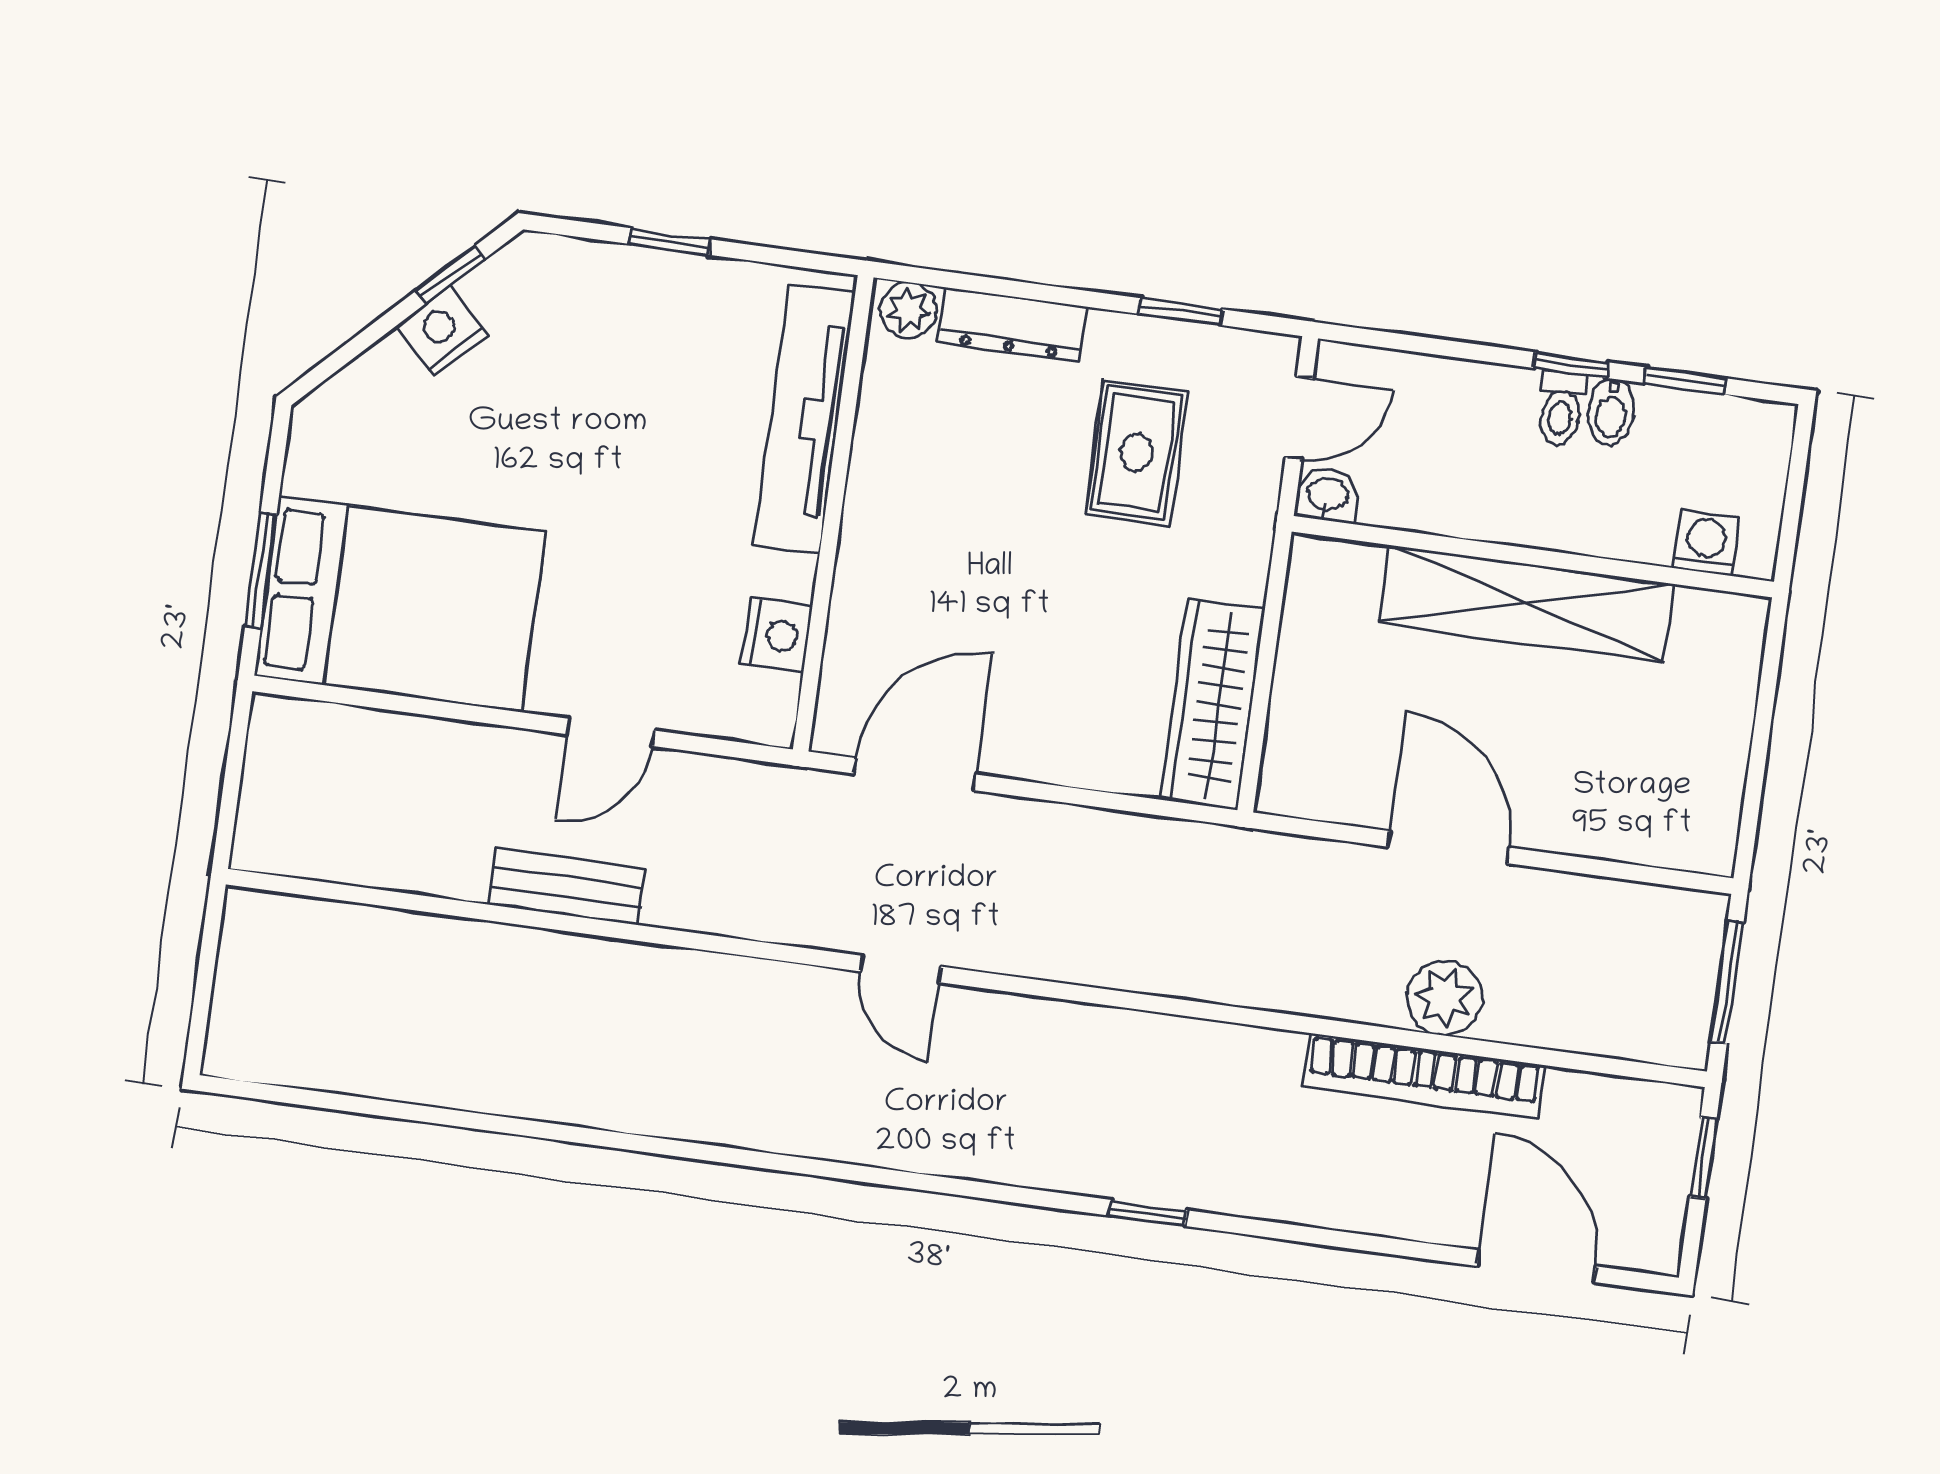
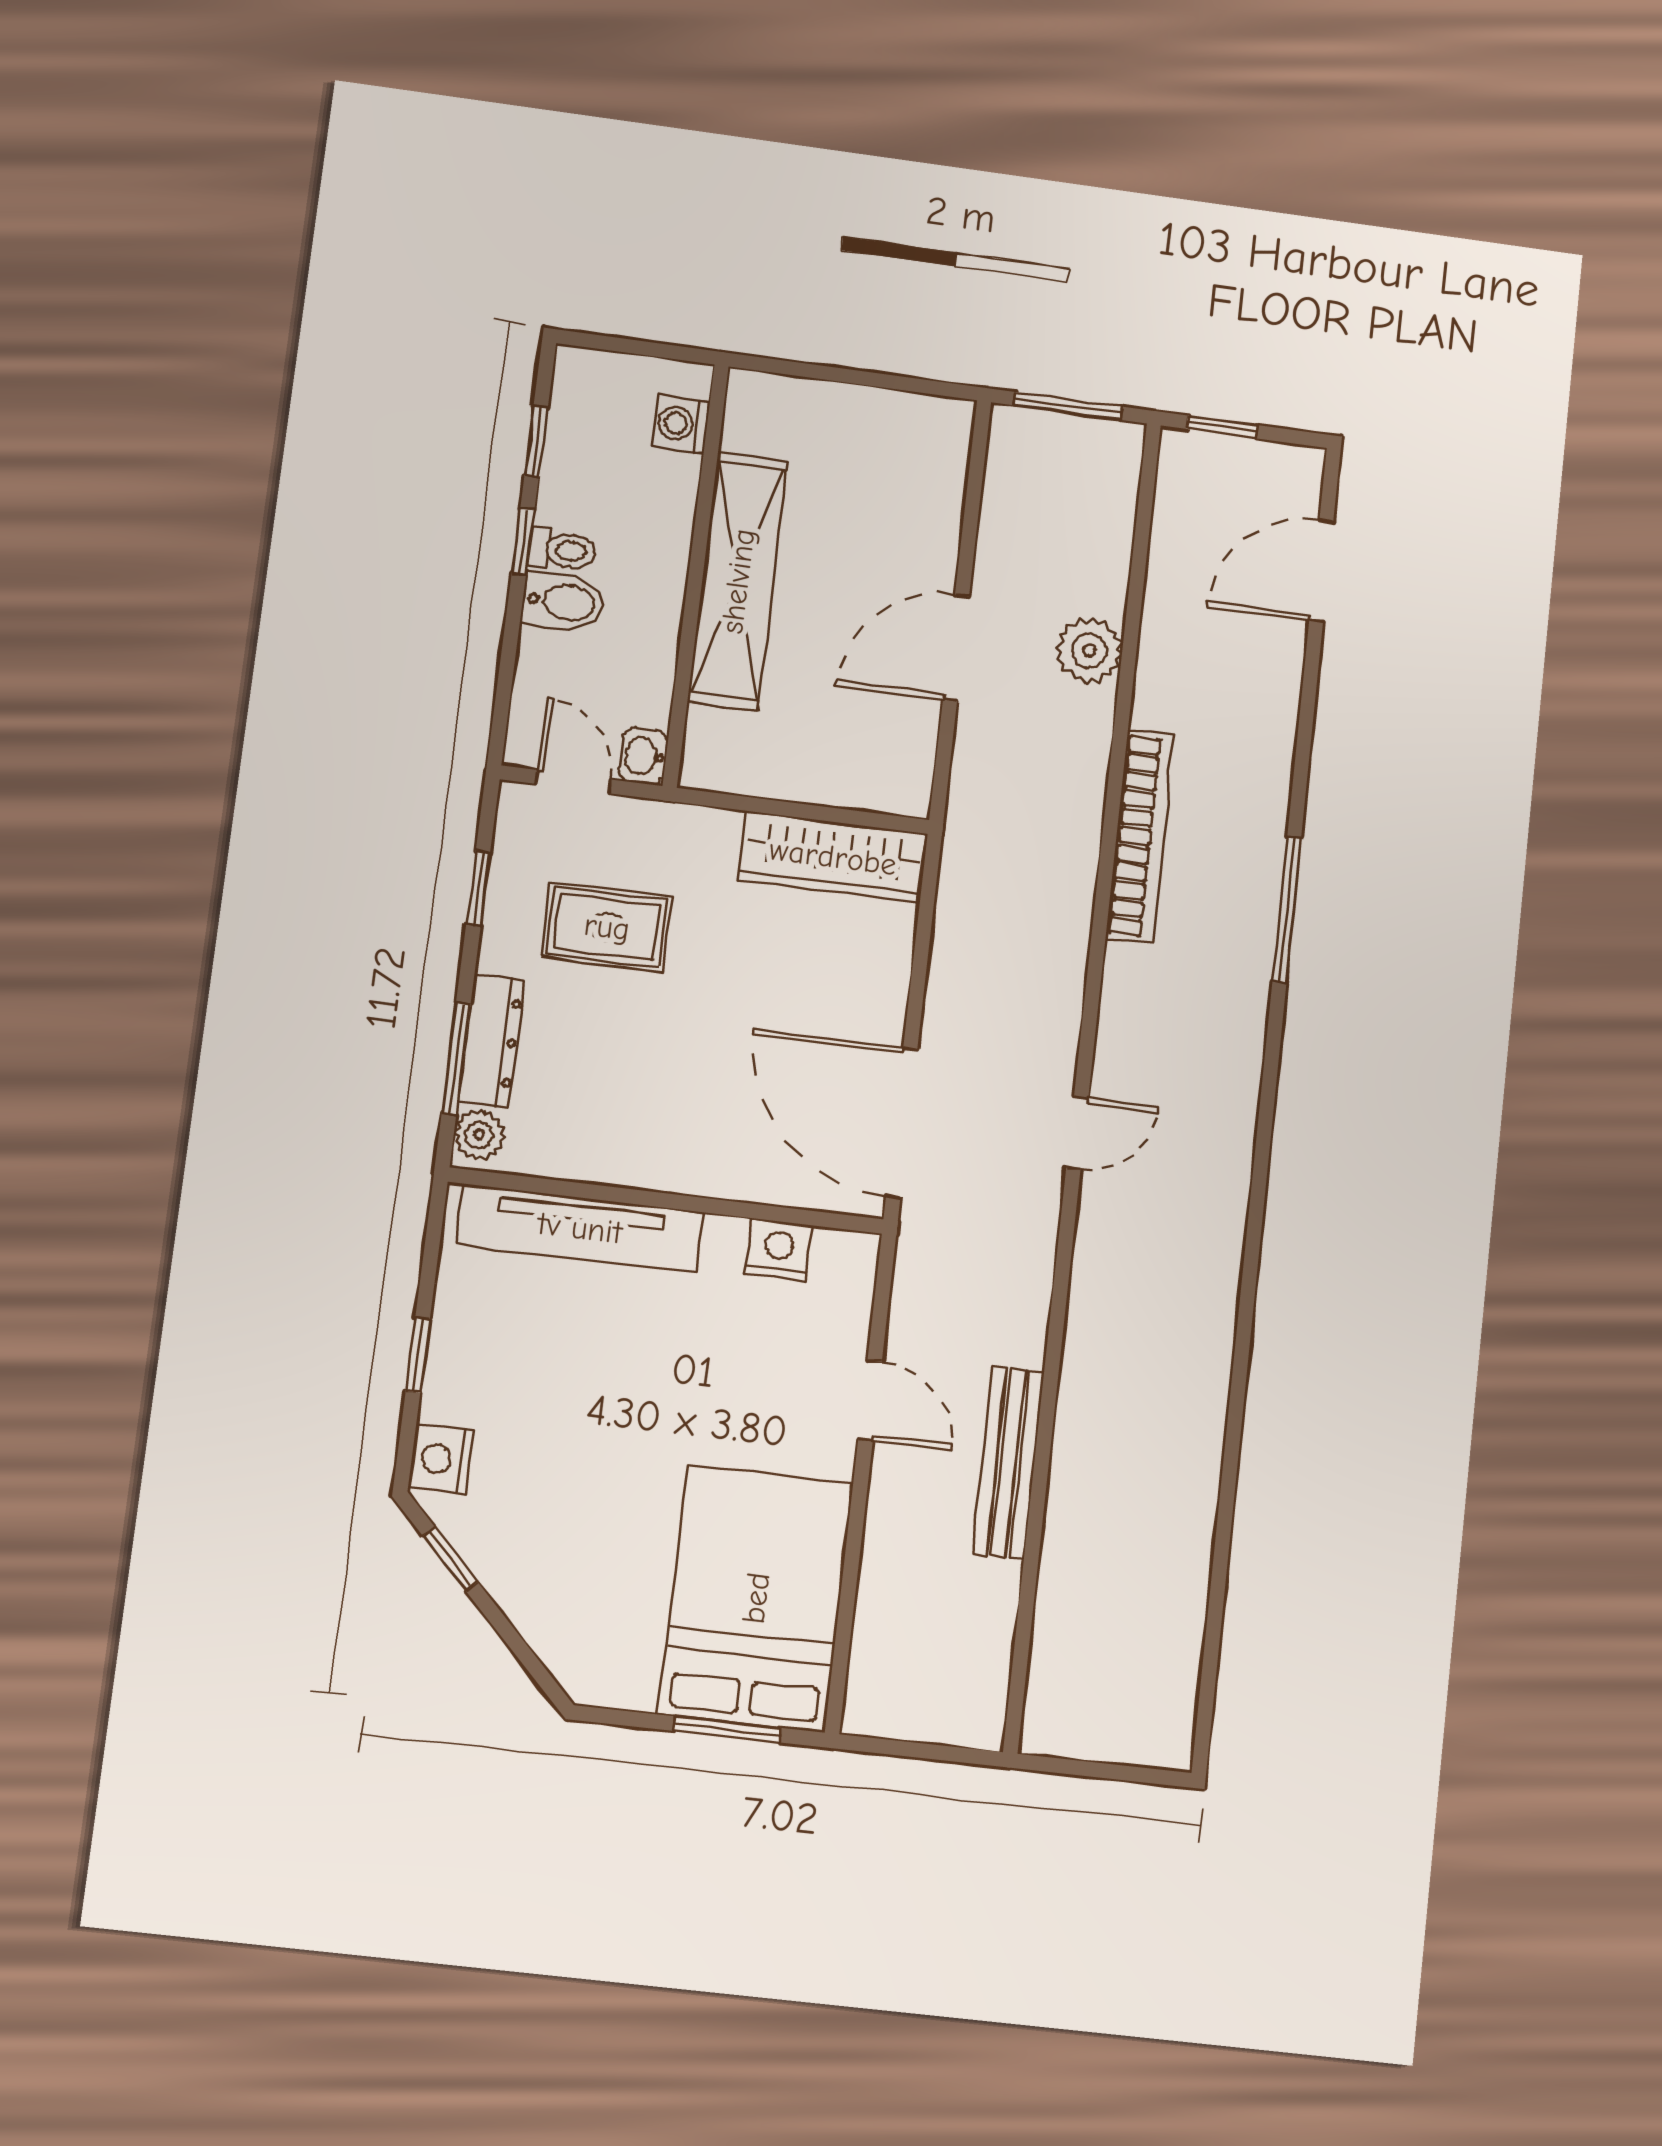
window: (993, 286) -> (456, 1058), added
nightstand: (442, 331) -> (441, 1459), moved, turned 45
bidet: (1611, 412) -> (563, 602), moved, width x1.38, depth x1.36
door: (915, 774) -> (902, 1123), width x1.36
bench: (567, 886) -> (1008, 1463), width x1.36
bookcase: (1424, 1076) -> (1140, 837), moved
window: (1148, 1213) -> (1287, 909), width x2.17

